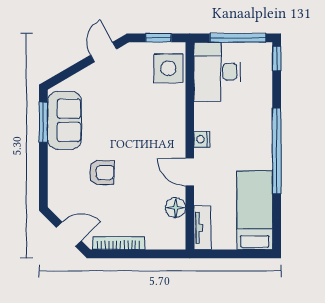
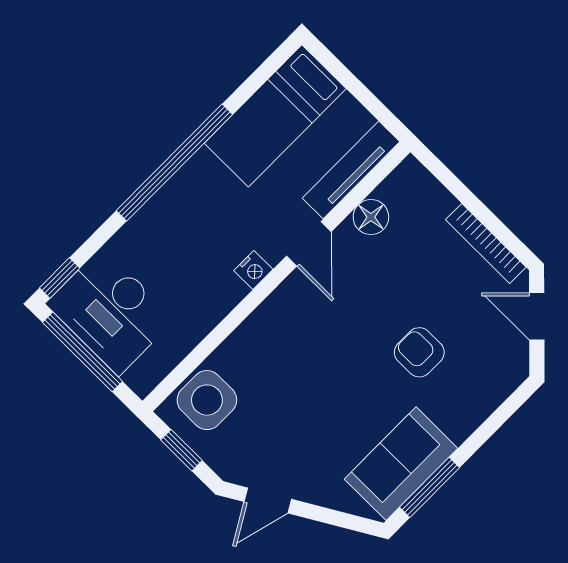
desk: (217, 72) -> (110, 311), moved, turned 90
tv unit: (202, 228) -> (351, 170), width x1.41

